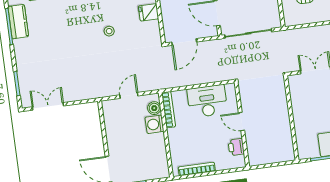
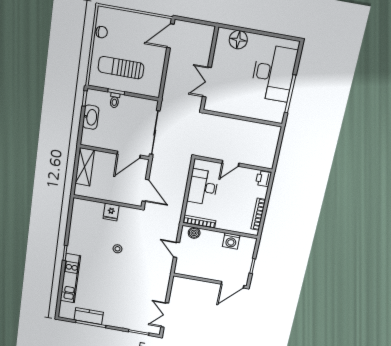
washing machine: (154, 124) -> (231, 241), moved
printer: (236, 147) -> (263, 179), moved, turned 90

